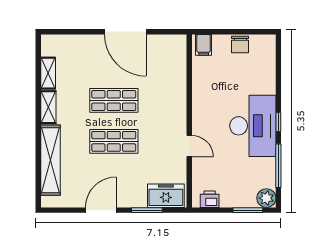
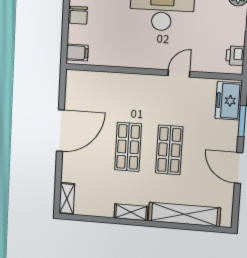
chair: (240, 44) -> (79, 15), turned 90
shelving: (48, 73) -> (67, 199), moved, turned 90

